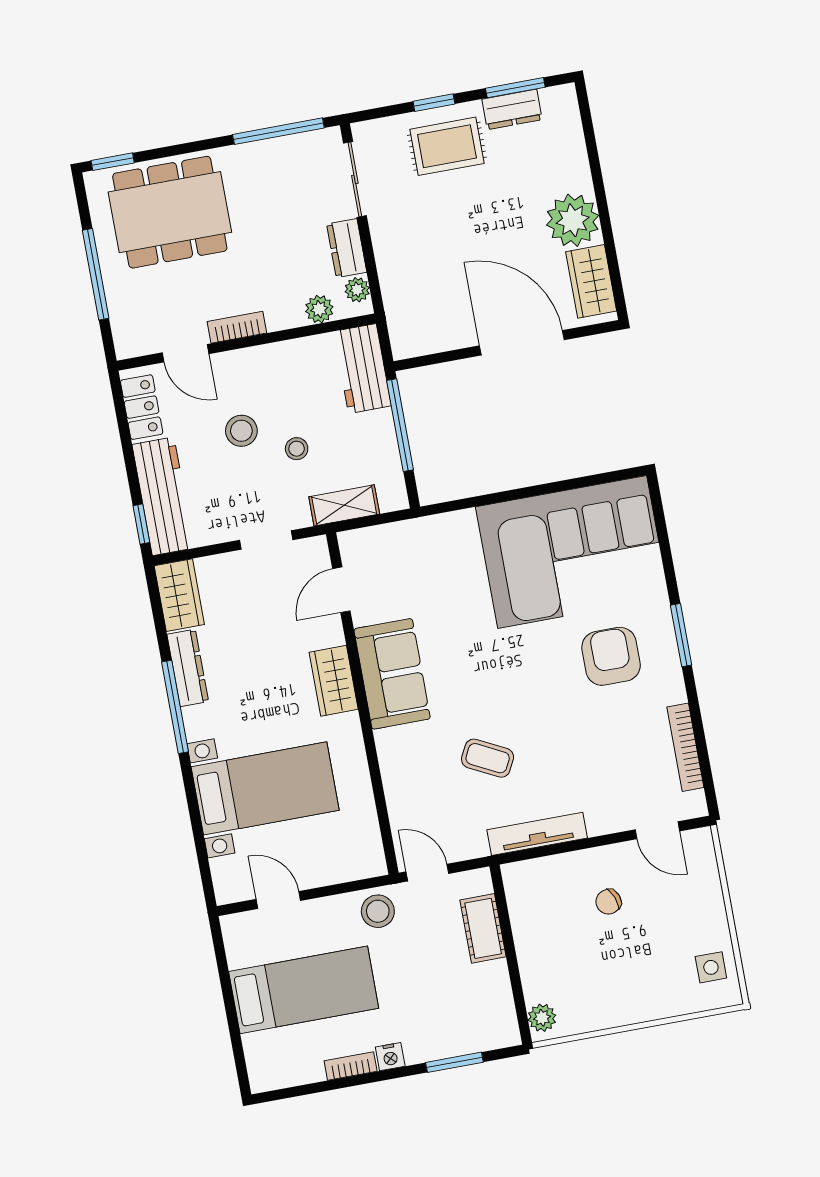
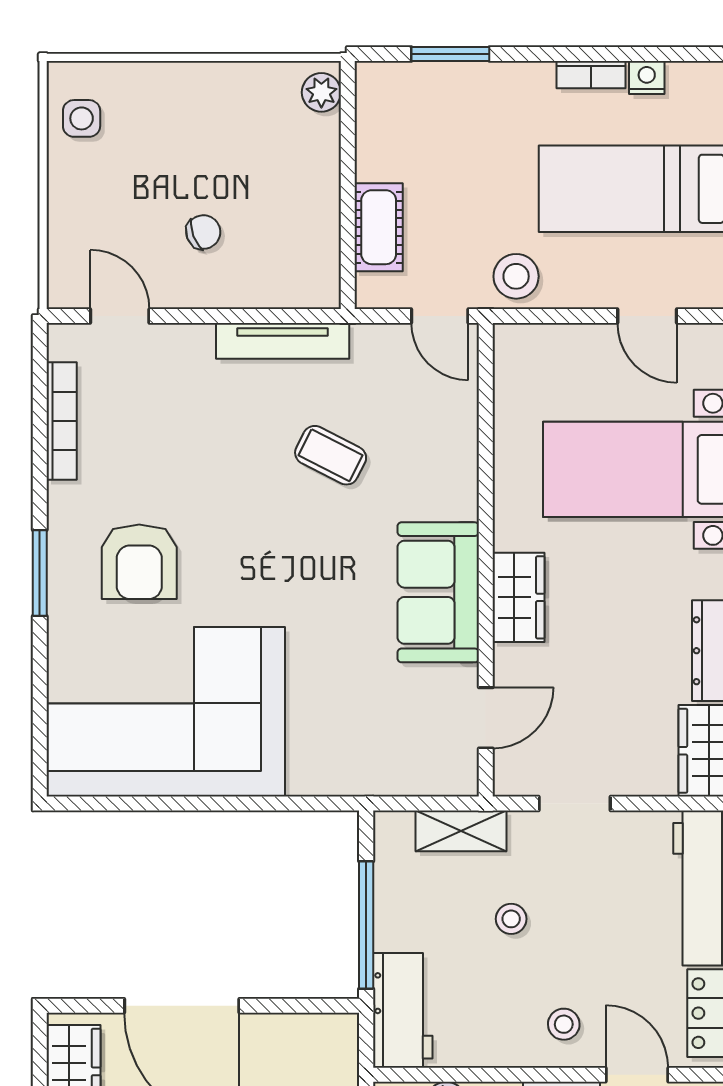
stool: (241, 431) -> (564, 1024), moved, width x0.73, depth x0.73
nightstand: (390, 1057) -> (647, 78), moved

